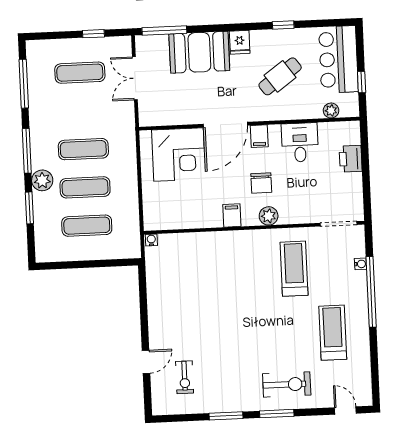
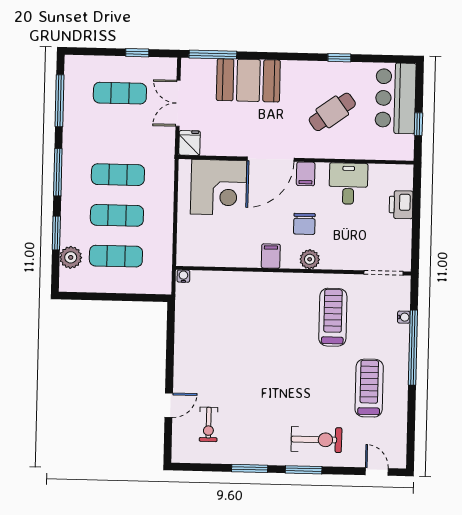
fridge: (240, 42) -> (190, 143), moved, turned 180
plant: (331, 110) -> (384, 152), removed
plant: (42, 180) -> (71, 257), moved

